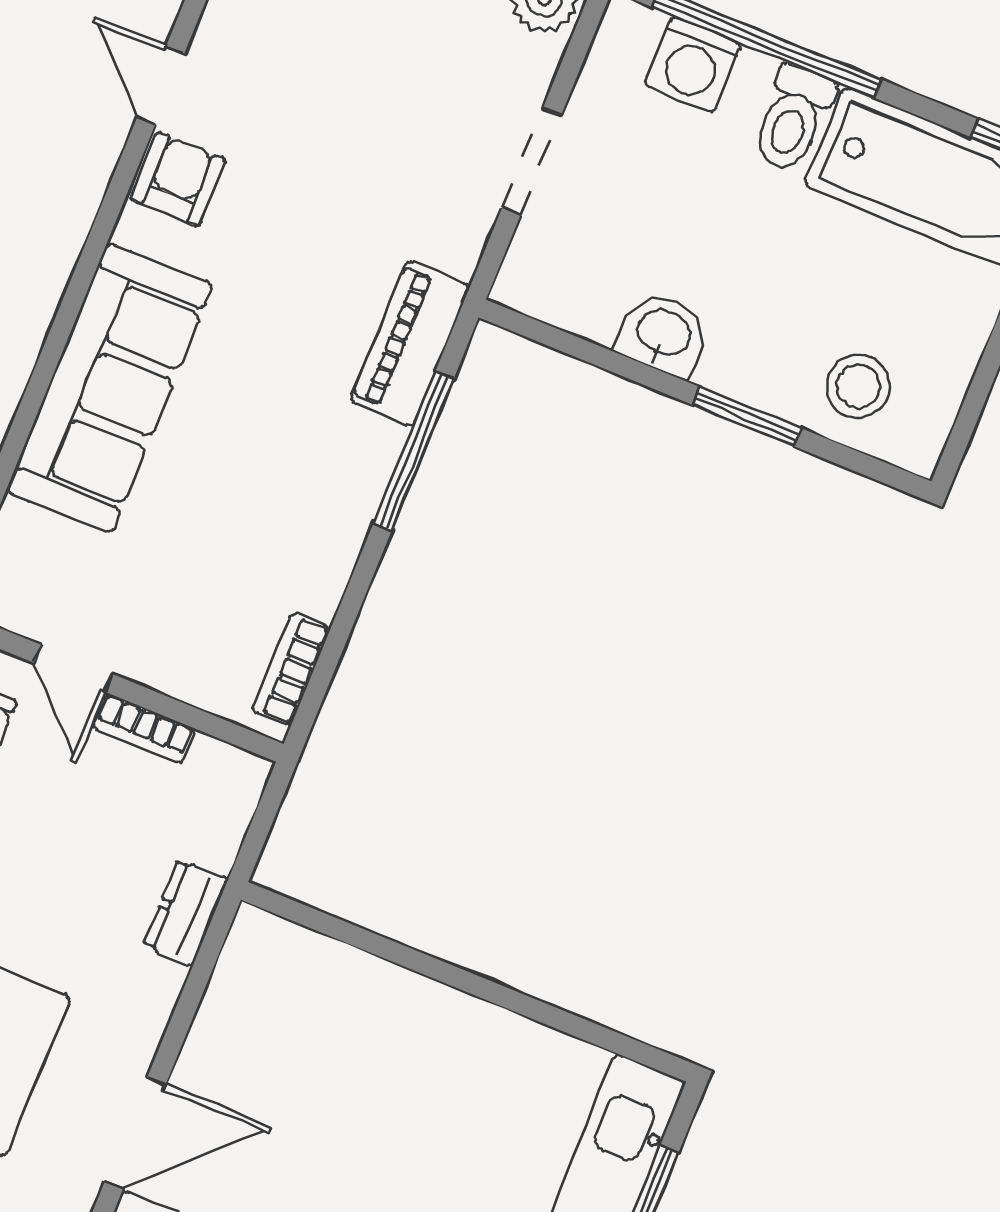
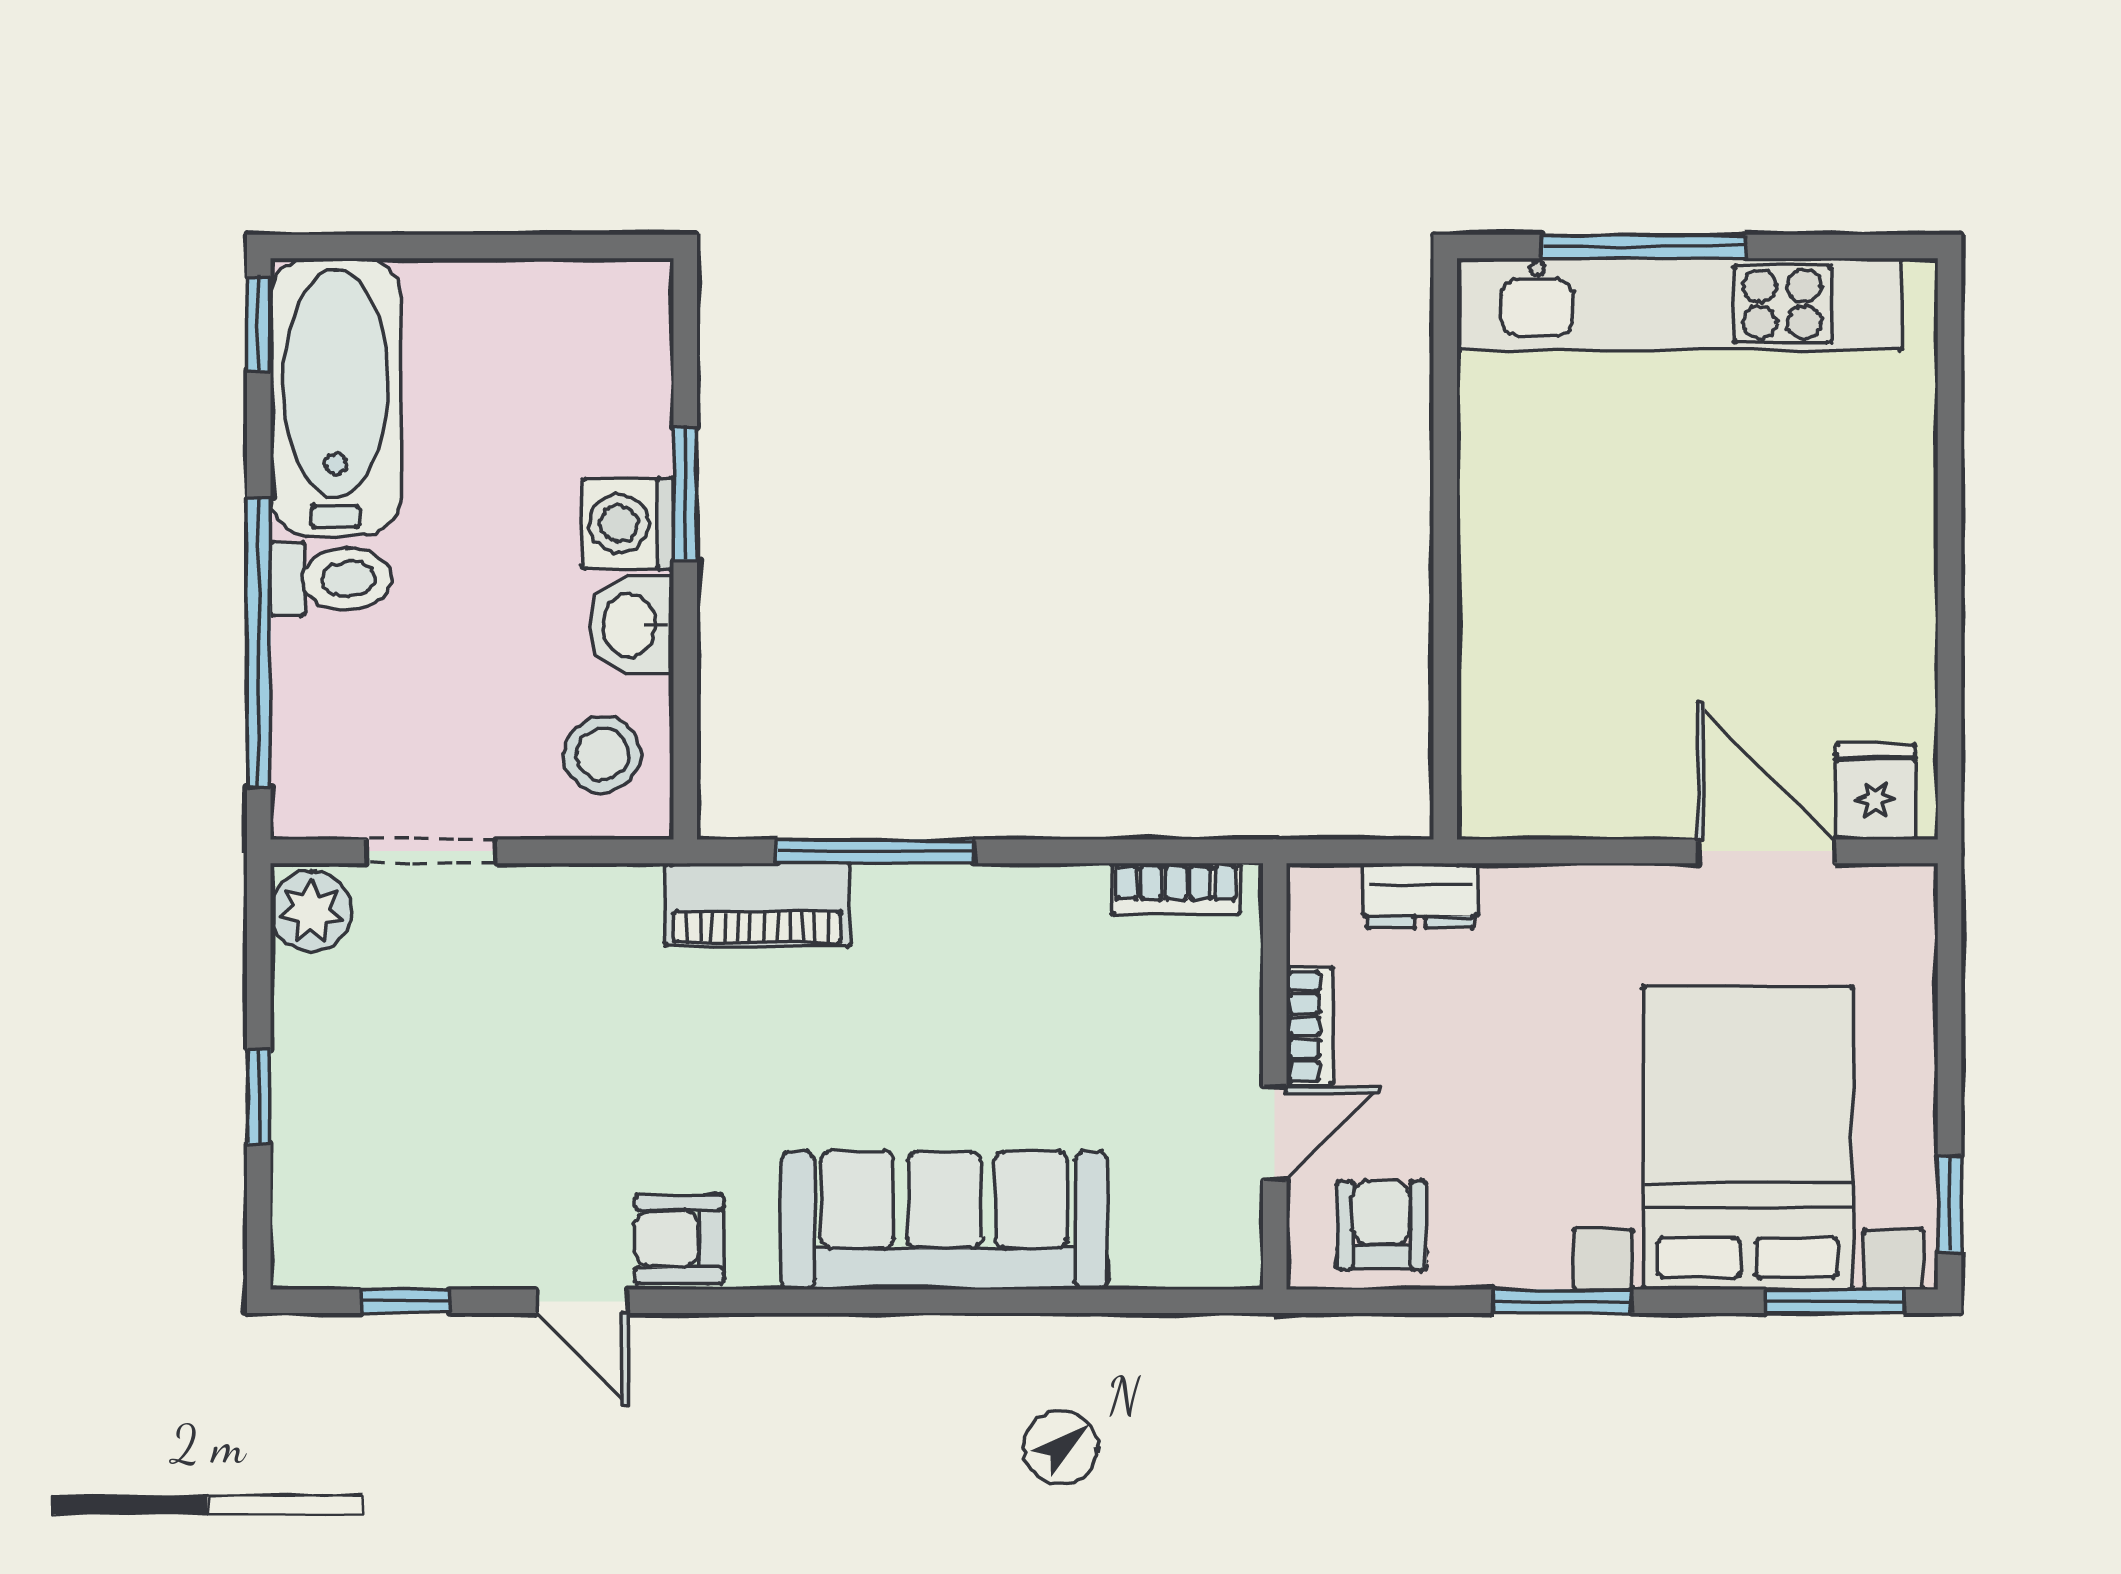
washing machine: (693, 64) -> (628, 523), moved, turned 180
door: (161, 85) -> (582, 1301), hinge flipped
doorway: (532, 162) -> (431, 851), moved
stool: (858, 386) -> (602, 754), moved
dresser: (186, 913) -> (1420, 895), moved

